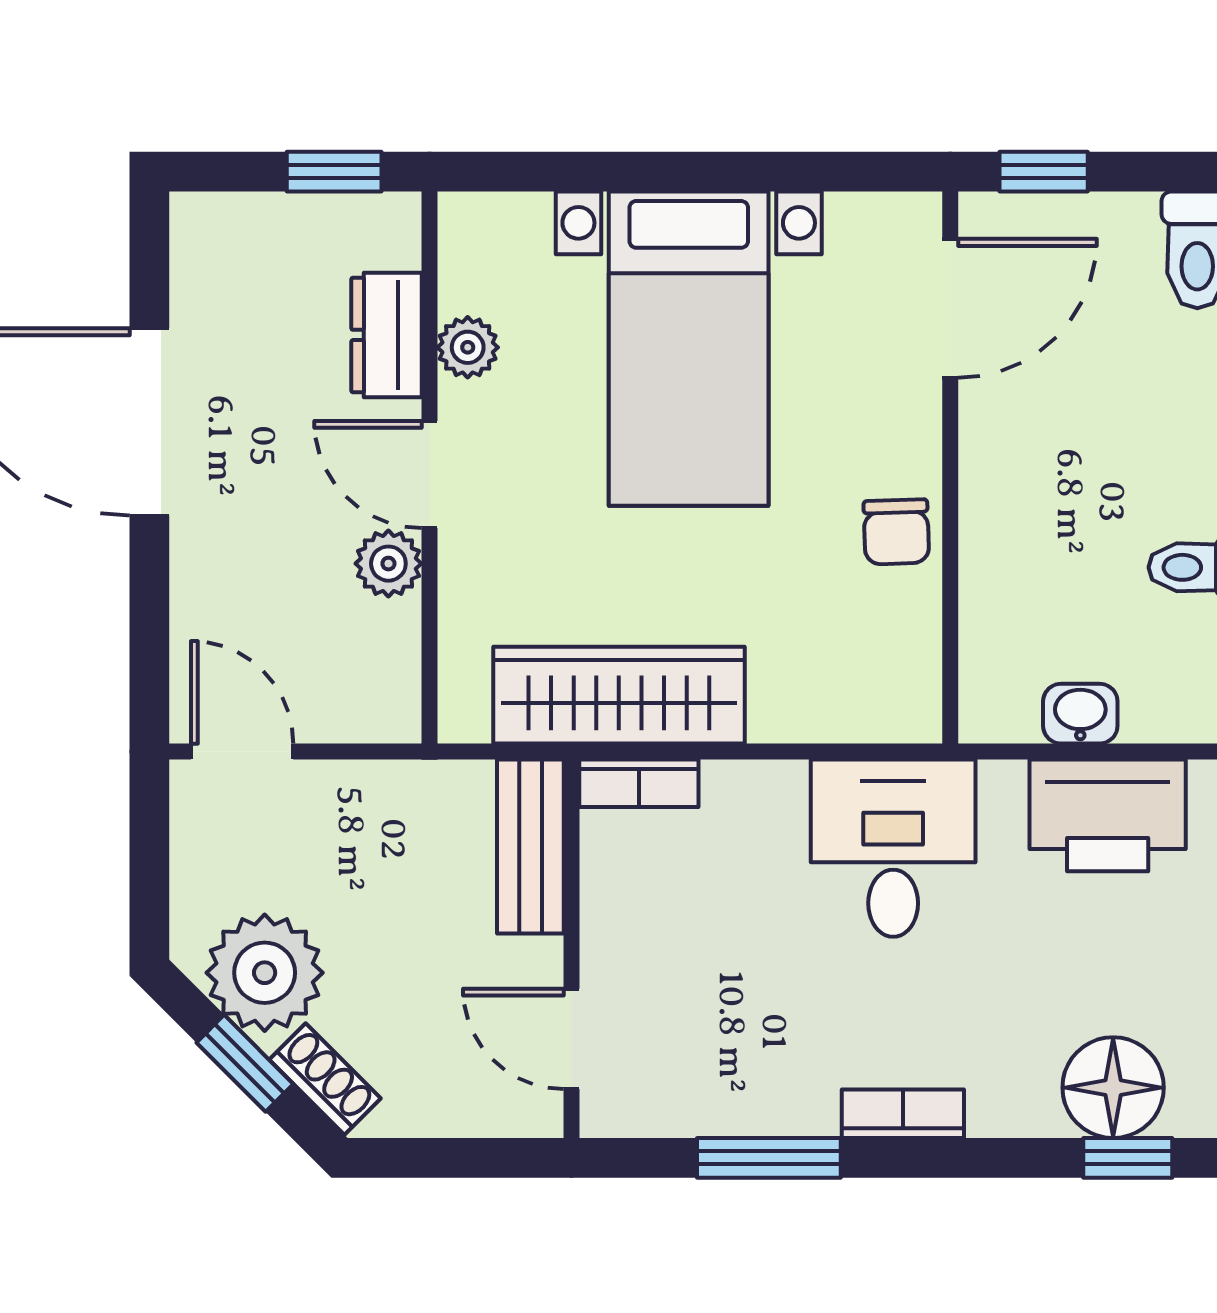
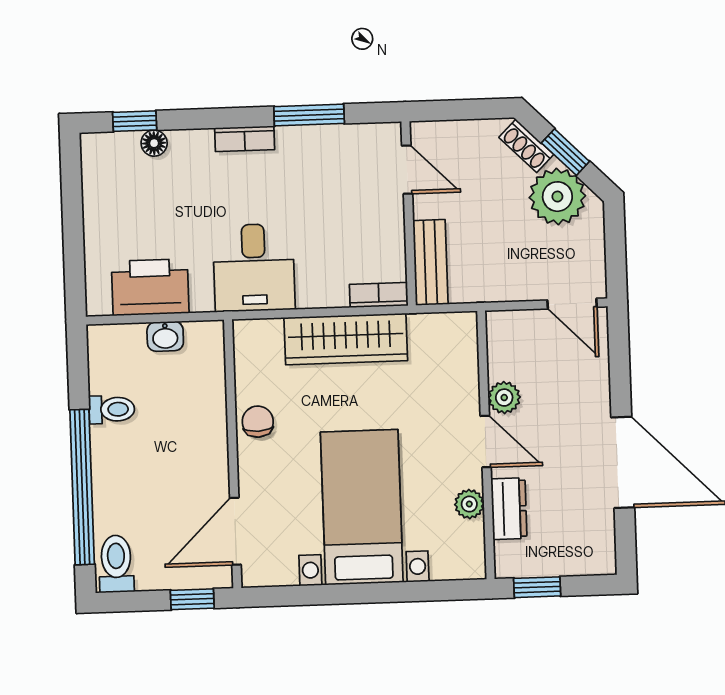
wardrobe: (619, 695) -> (346, 339), moved
floor lamp: (1113, 1088) -> (154, 143), width x0.53, depth x0.53

